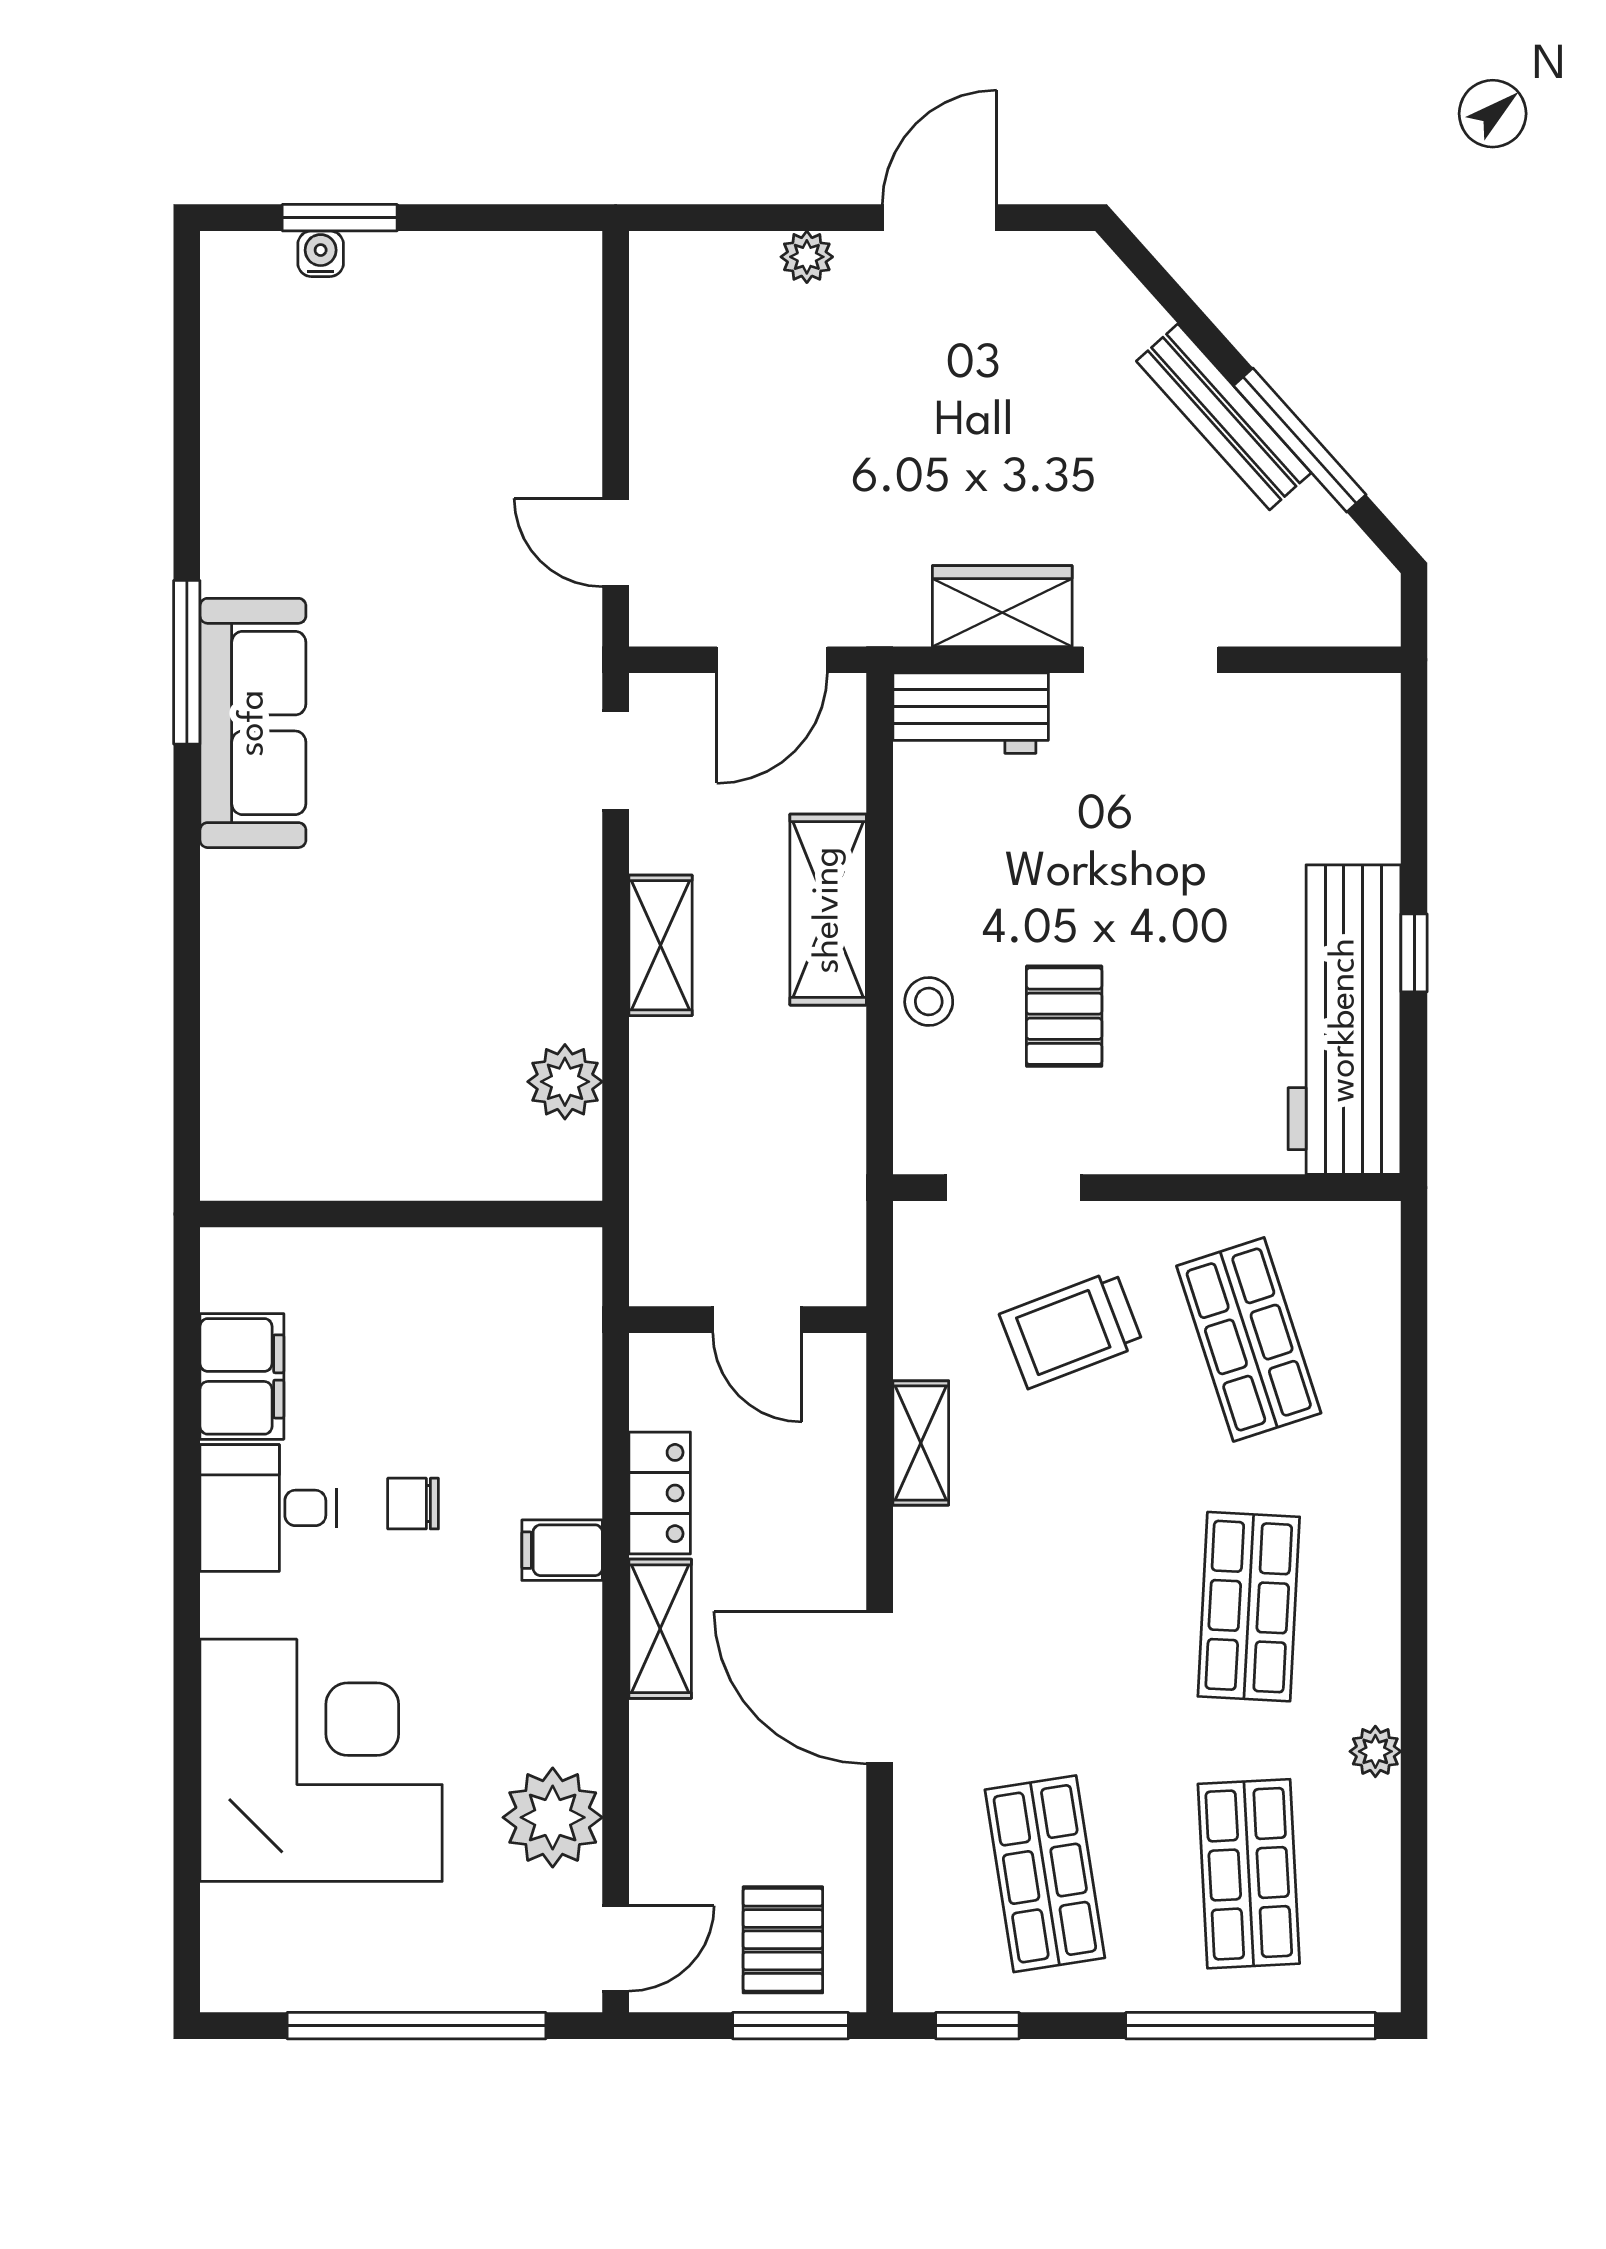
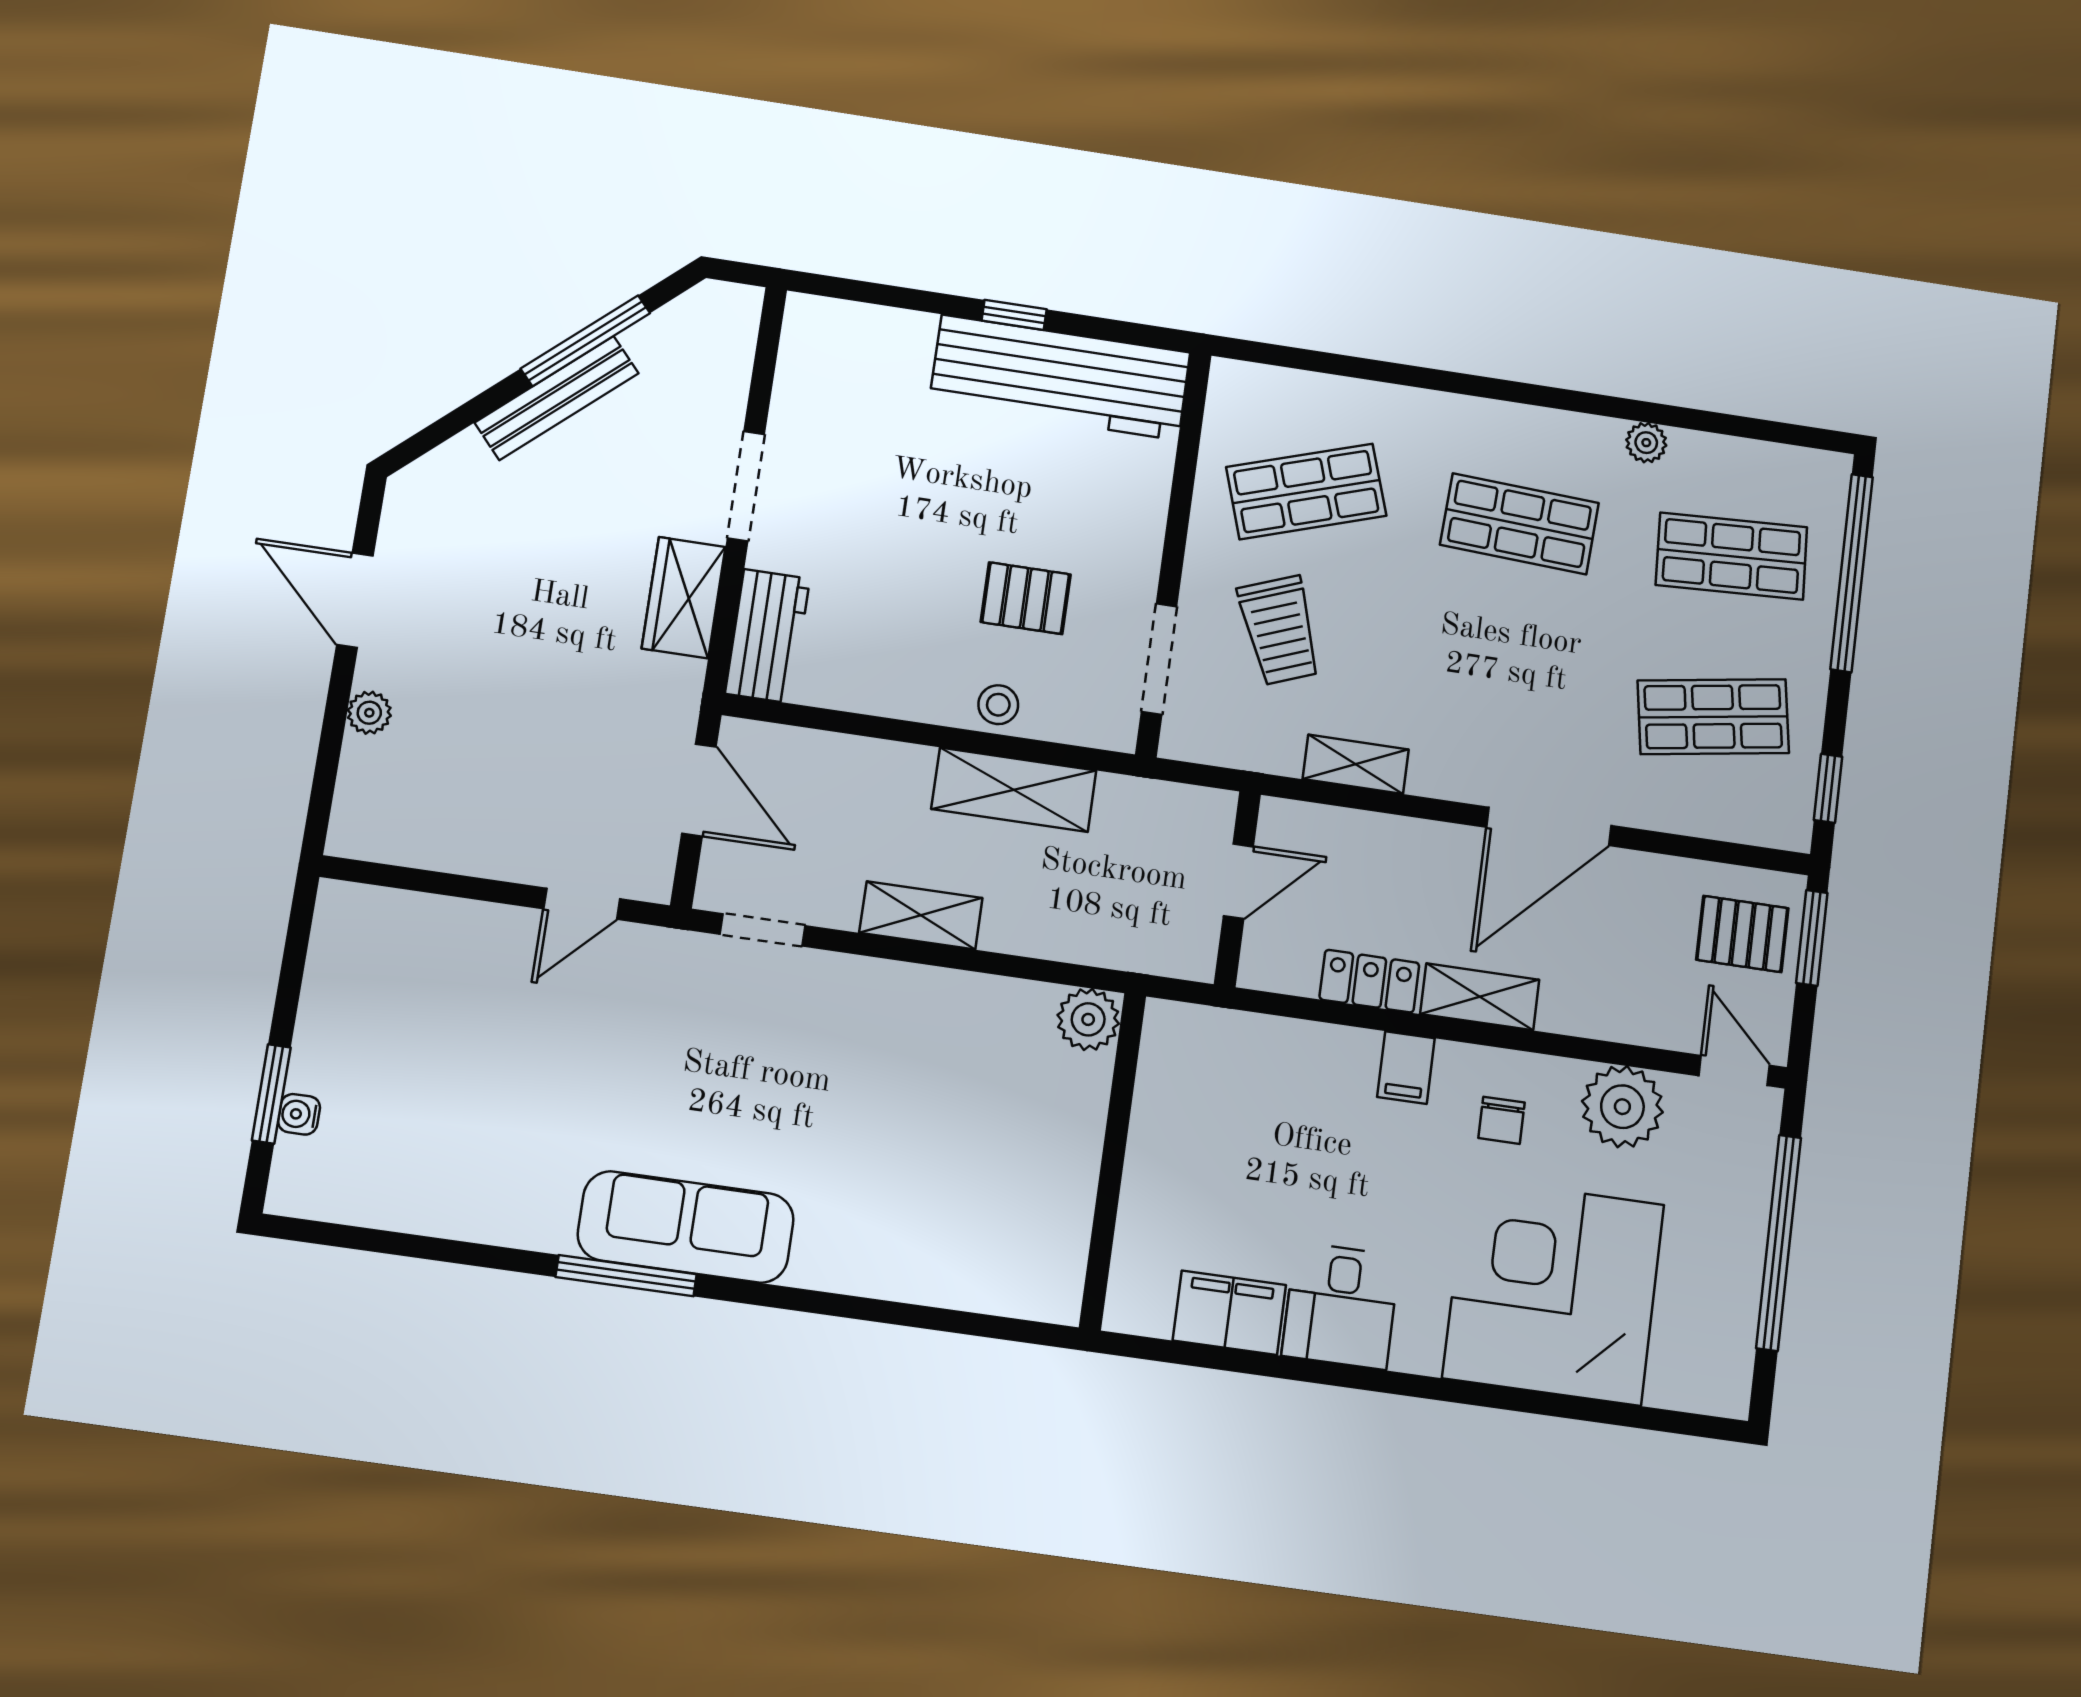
shelving: (828, 910) -> (1014, 790), moved
plant: (565, 1082) -> (1088, 1019), moved
chair: (413, 1504) -> (1502, 1120), moved

